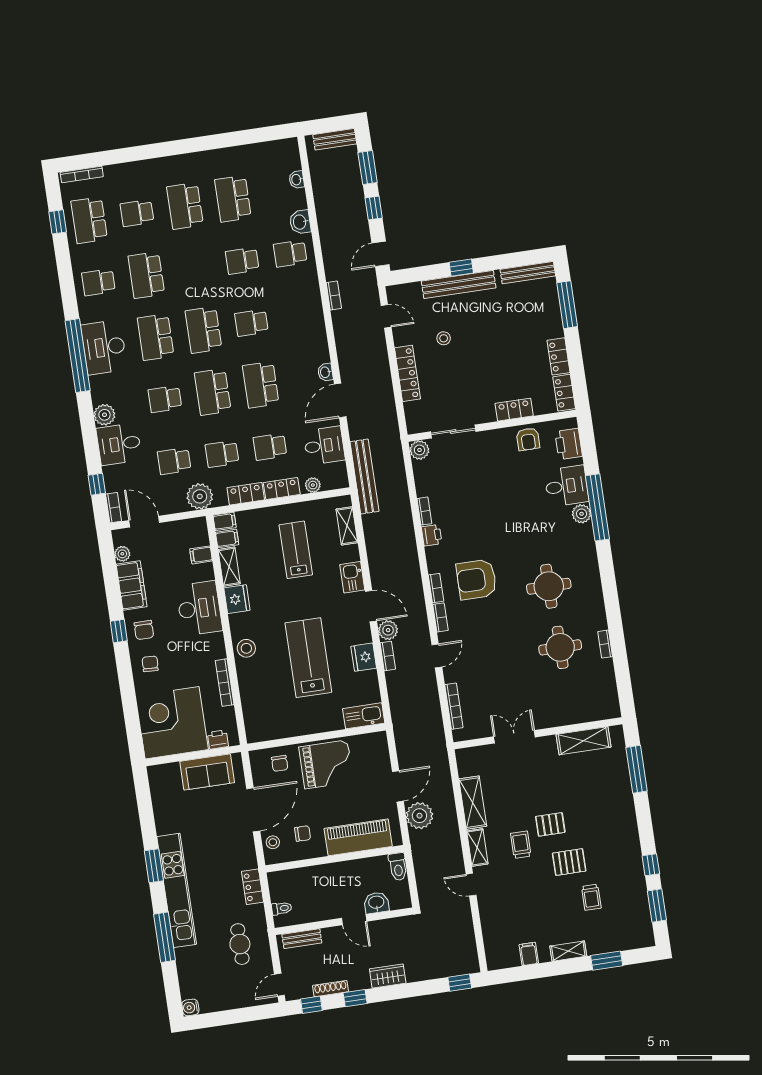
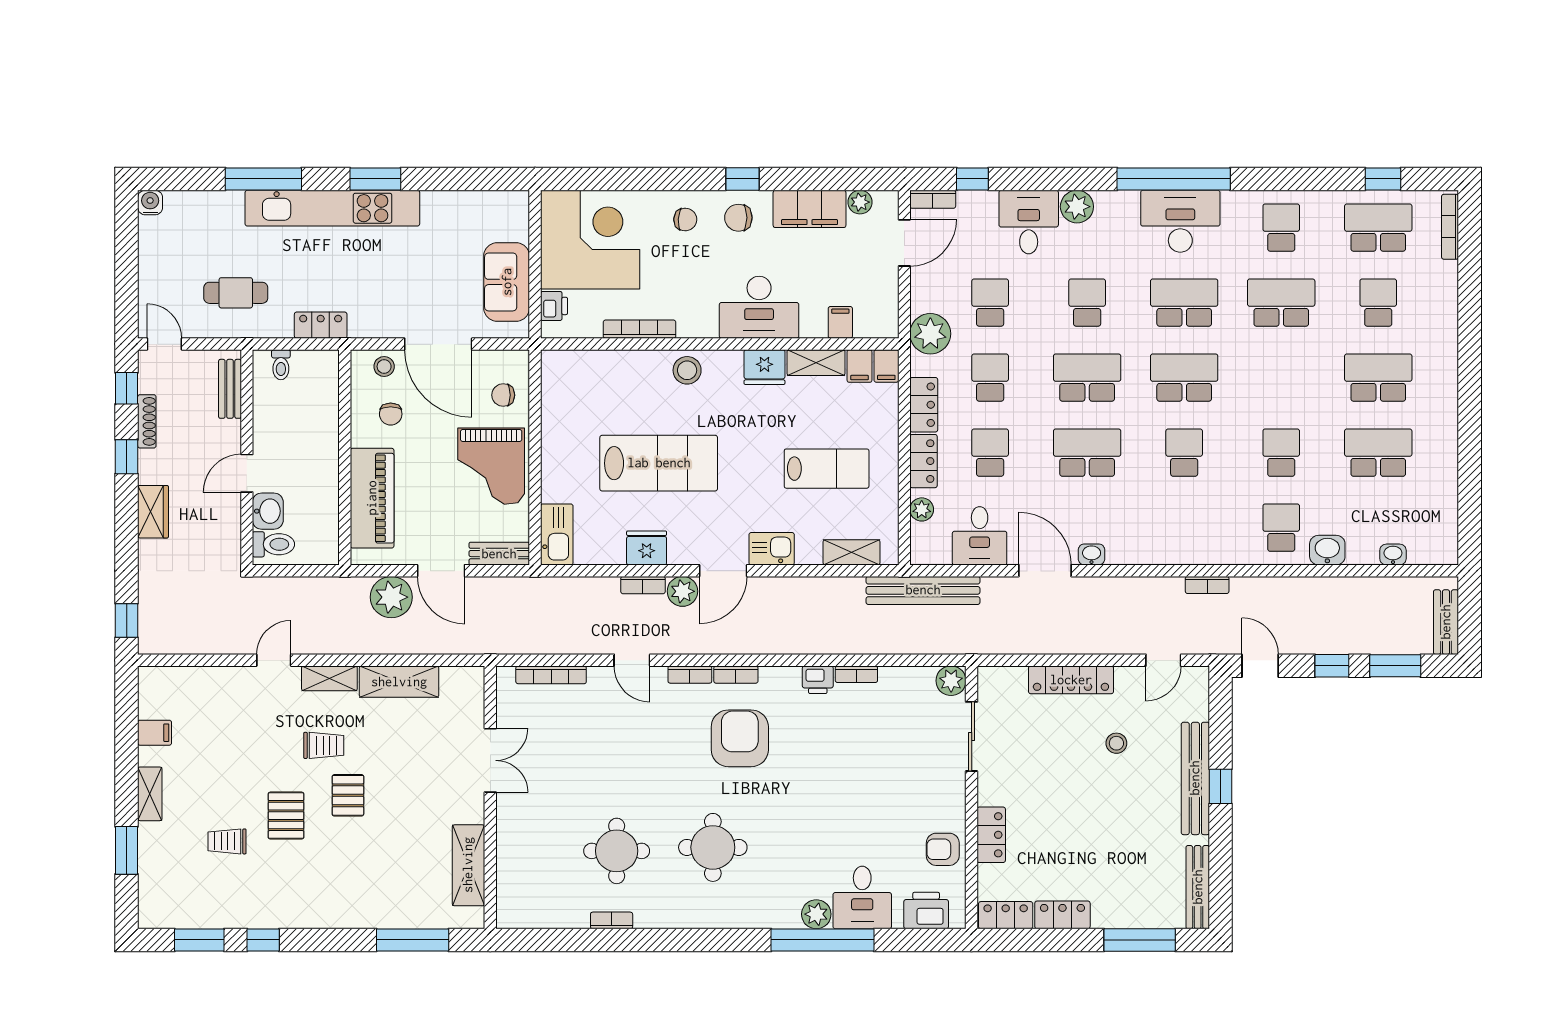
bench: (381, 751) -> (499, 554), added
toilet: (398, 867) -> (273, 544), moved, turned 180

